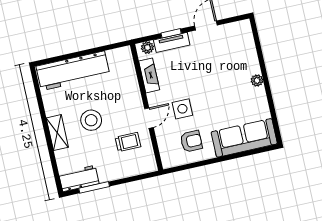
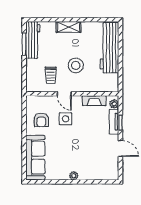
stool: (91, 120) -> (76, 65), moved
workbench: (79, 178) -> (33, 40), width x1.38

